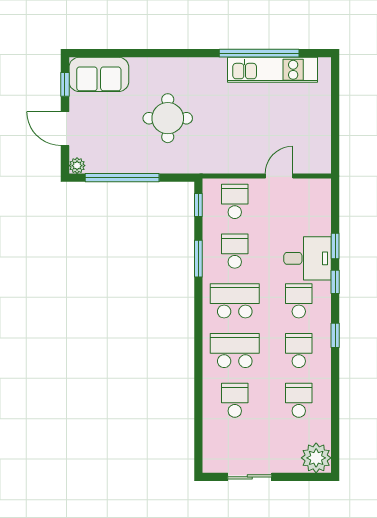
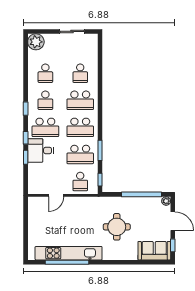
kitchen unit: (272, 70) -> (69, 253), width x1.36
school desk: (235, 251) -> (80, 154), width x1.85
school desk: (299, 301) -> (45, 127), width x1.85

